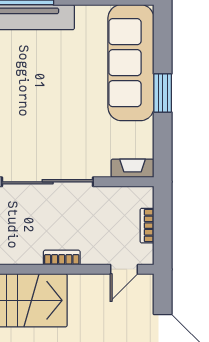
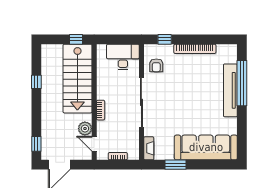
window: (163, 93) -> (175, 165), moved
plant: (96, 286) -> (85, 129), added

